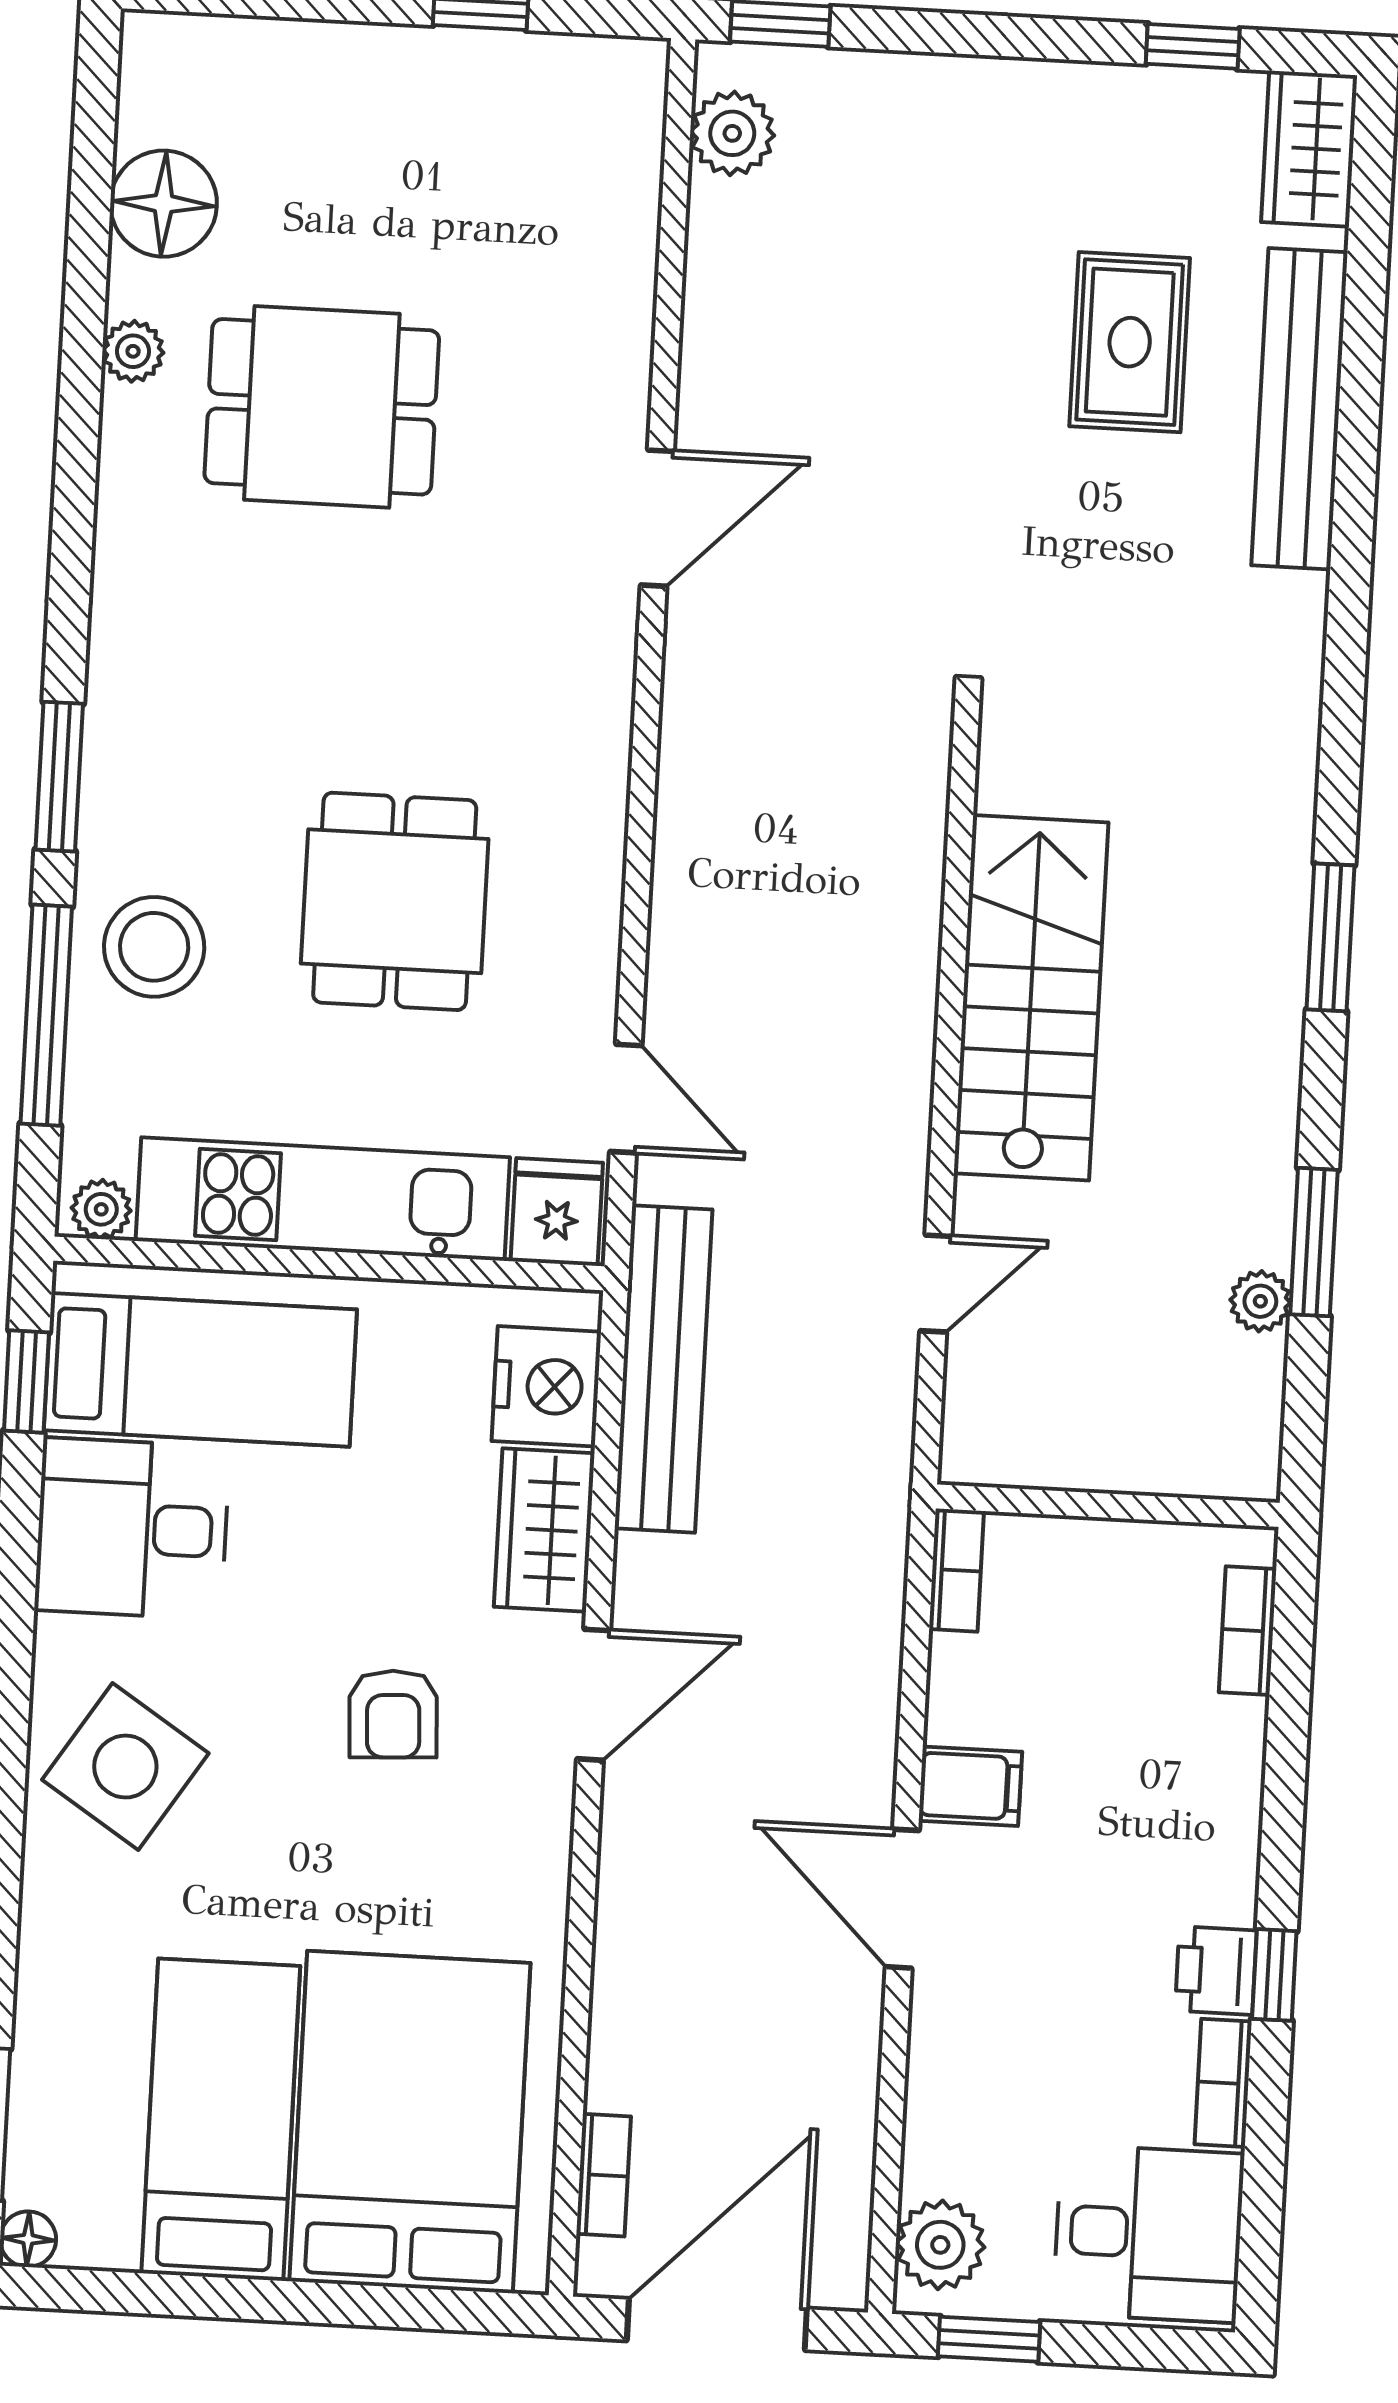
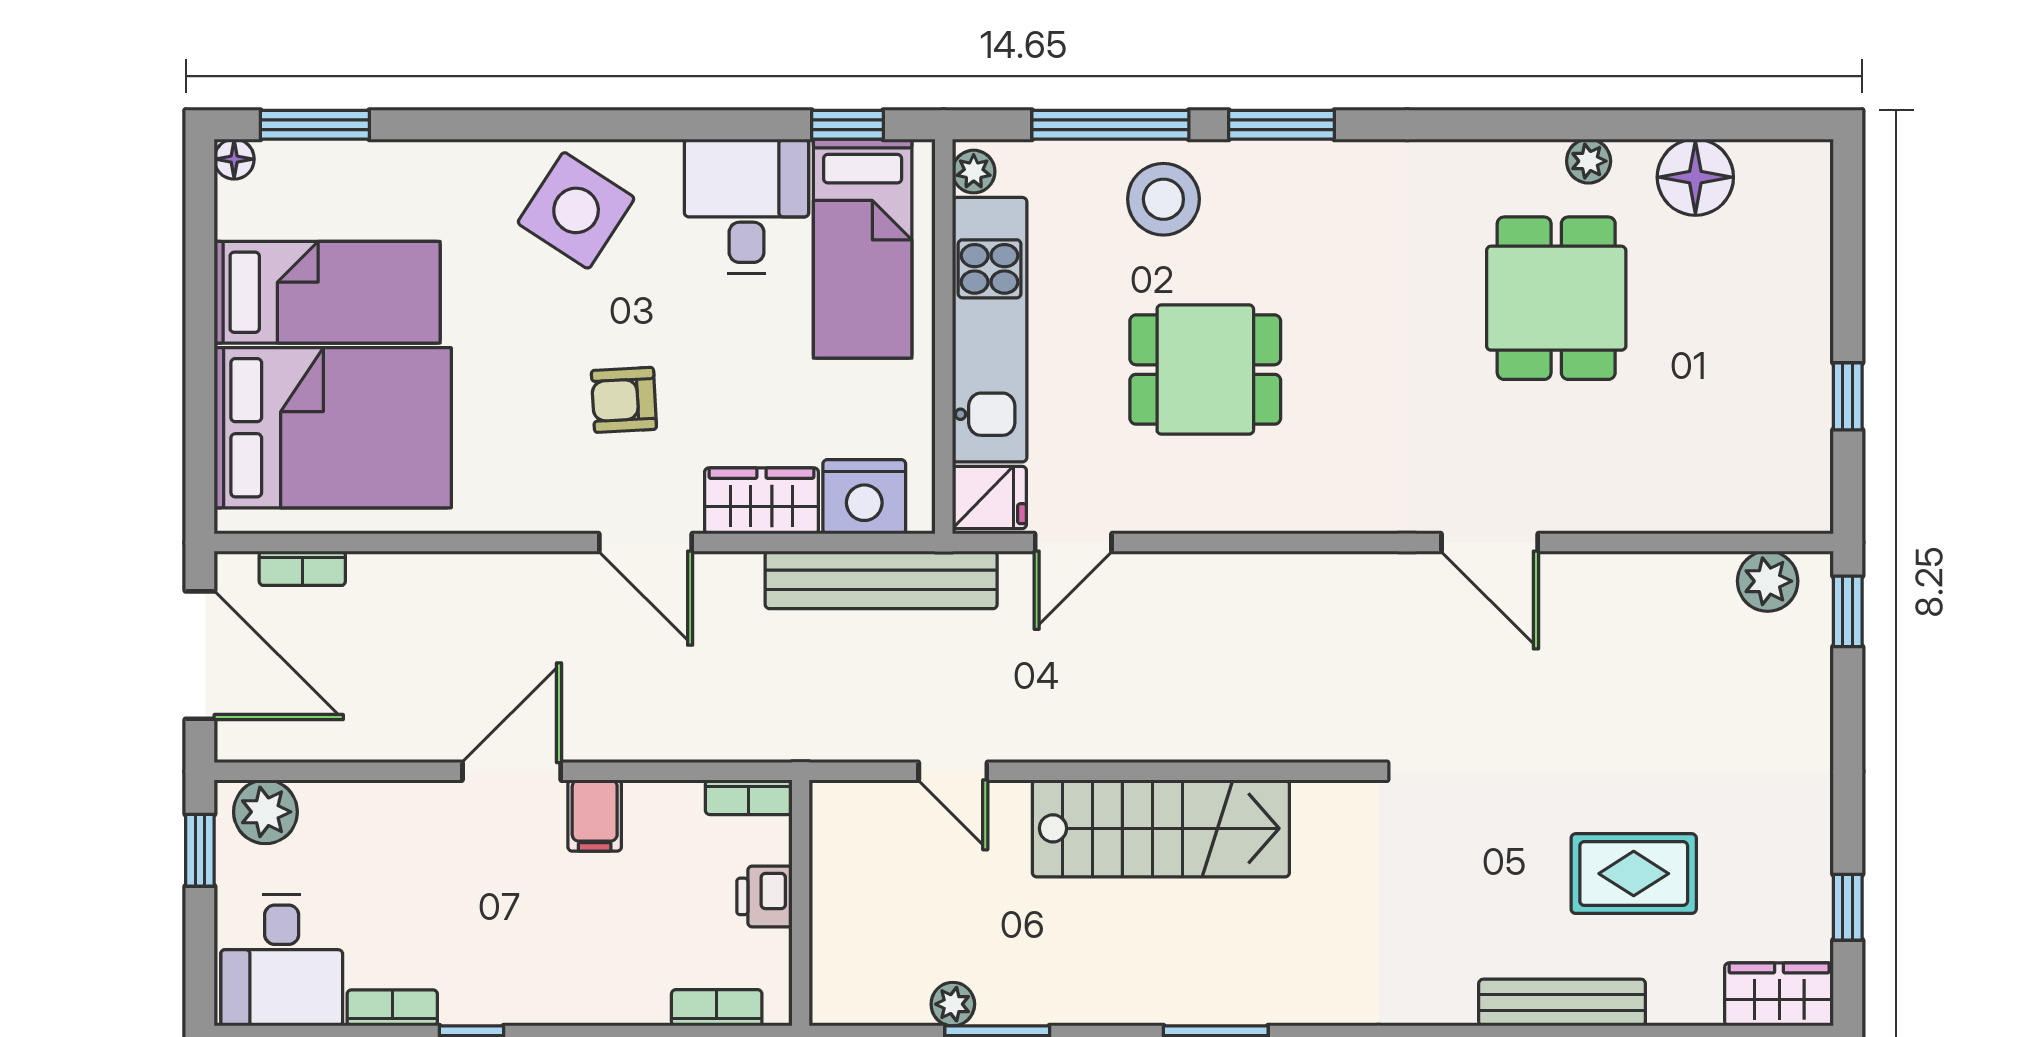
bench: (1299, 409) -> (1562, 1003), width x0.73, depth x0.82
printer: (1216, 1971) -> (764, 896), moved, turned -90

